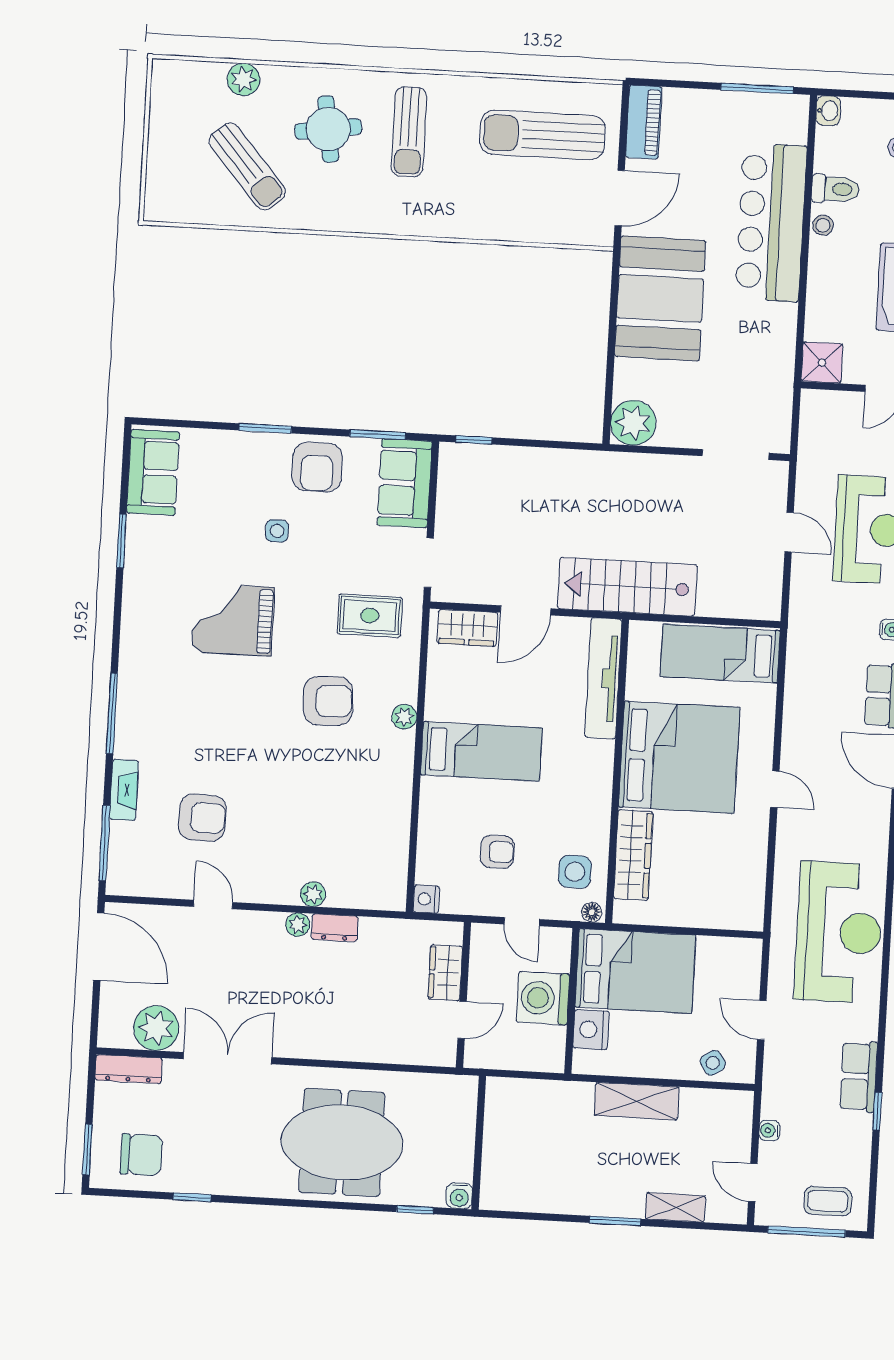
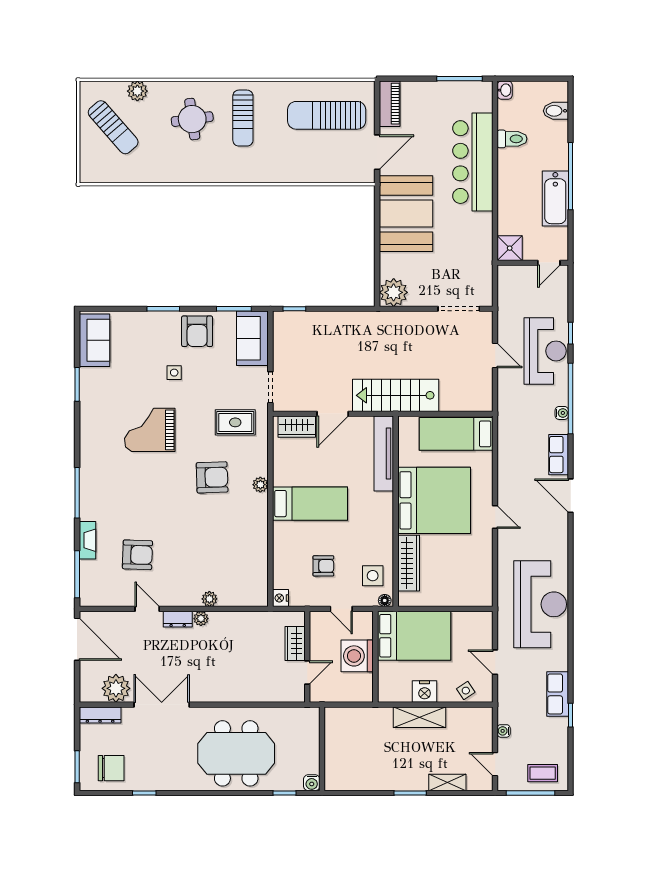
sun lounger: (247, 166) -> (113, 127), moved
stool: (823, 225) -> (505, 162), removed
dresser: (335, 928) -> (178, 619), moved
nightstand: (591, 1030) -> (425, 692), moved, turned -90

